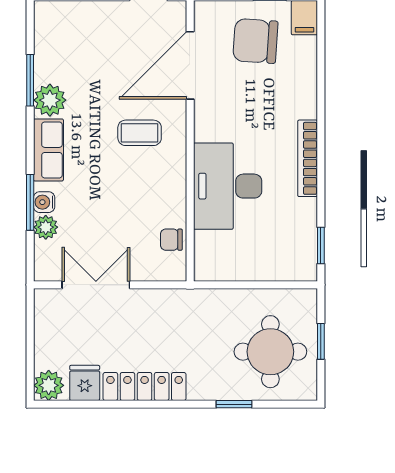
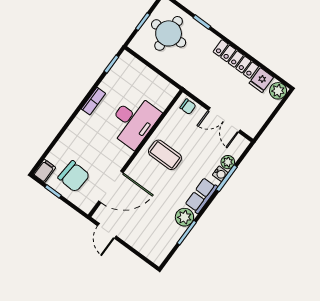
coffee table: (140, 133) -> (165, 155), moved, width x1.36, depth x1.30
bookcase: (308, 158) -> (93, 101), width x0.64
chair: (171, 240) -> (188, 107), moved

